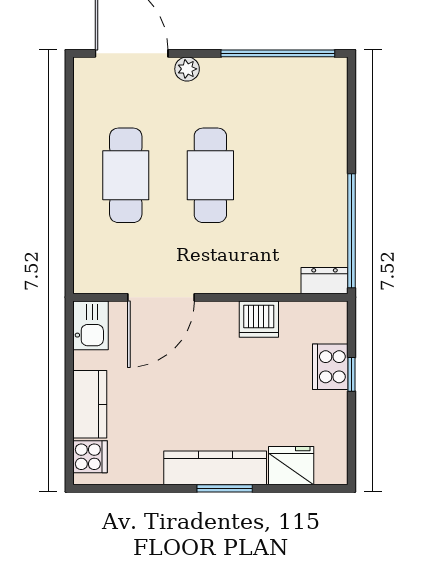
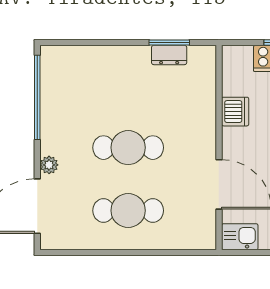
window: (352, 231) -> (169, 43), width x0.47
dresser: (325, 281) -> (169, 55), moved, turned -90

